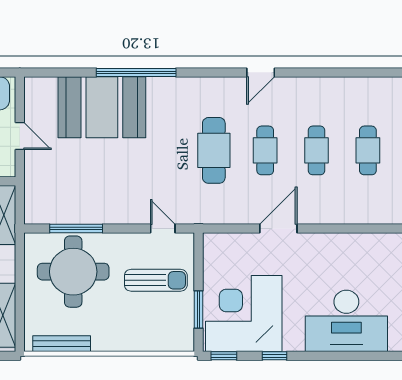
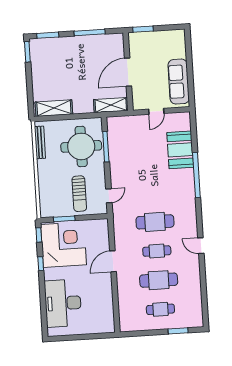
booth: (102, 107) -> (180, 150), width x0.73, depth x0.70
cafe table: (317, 150) -> (159, 280), width x1.37, depth x1.35
door: (278, 228) -> (113, 261), swing flipped

